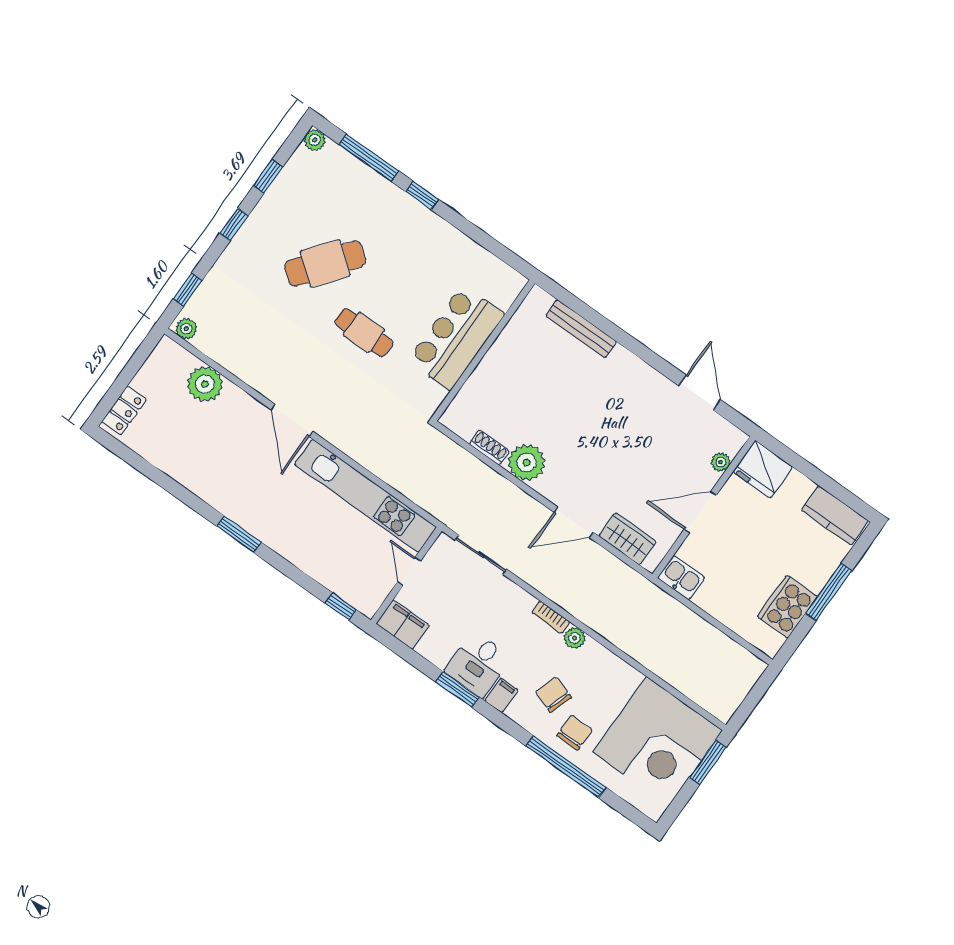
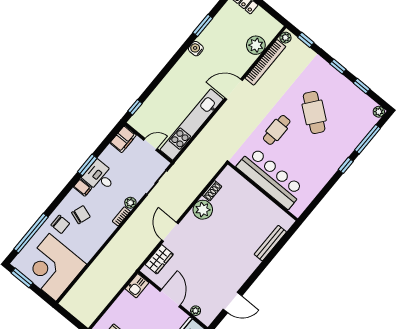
bar counter: (456, 338) -> (271, 178), width x1.36
bookcase: (236, 364) -> (265, 62), added
water cooler: (220, 498) -> (196, 49), added
window: (239, 534) -> (203, 25), moved
plant: (575, 638) -> (130, 203), moved
window: (708, 762) -> (22, 278), moved
window: (566, 767) -> (31, 233), moved

